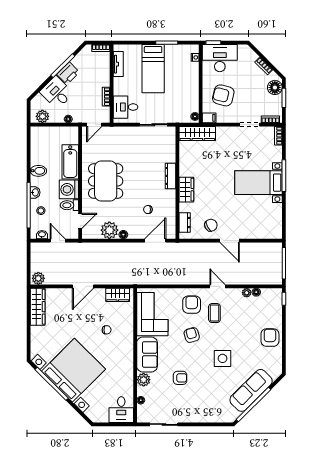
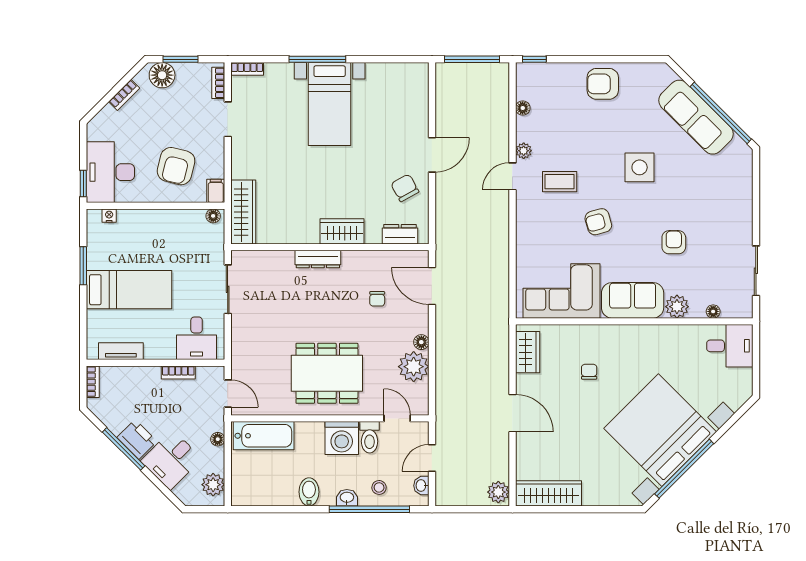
bathtub: (70, 162) -> (264, 436), moved
plant: (247, 293) -> (524, 151), moved
armchair: (192, 305) -> (545, 222), removed

